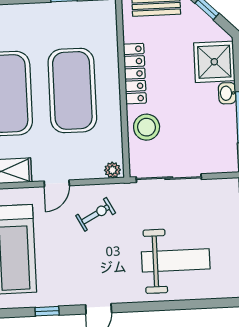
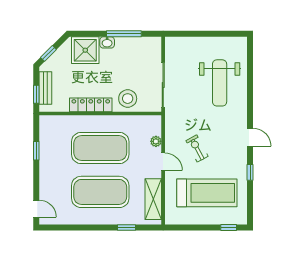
plant: (112, 170) -> (156, 141), moved
exercise bike: (96, 214) -> (197, 148), moved
weight bench: (176, 260) -> (220, 83), turned 180

